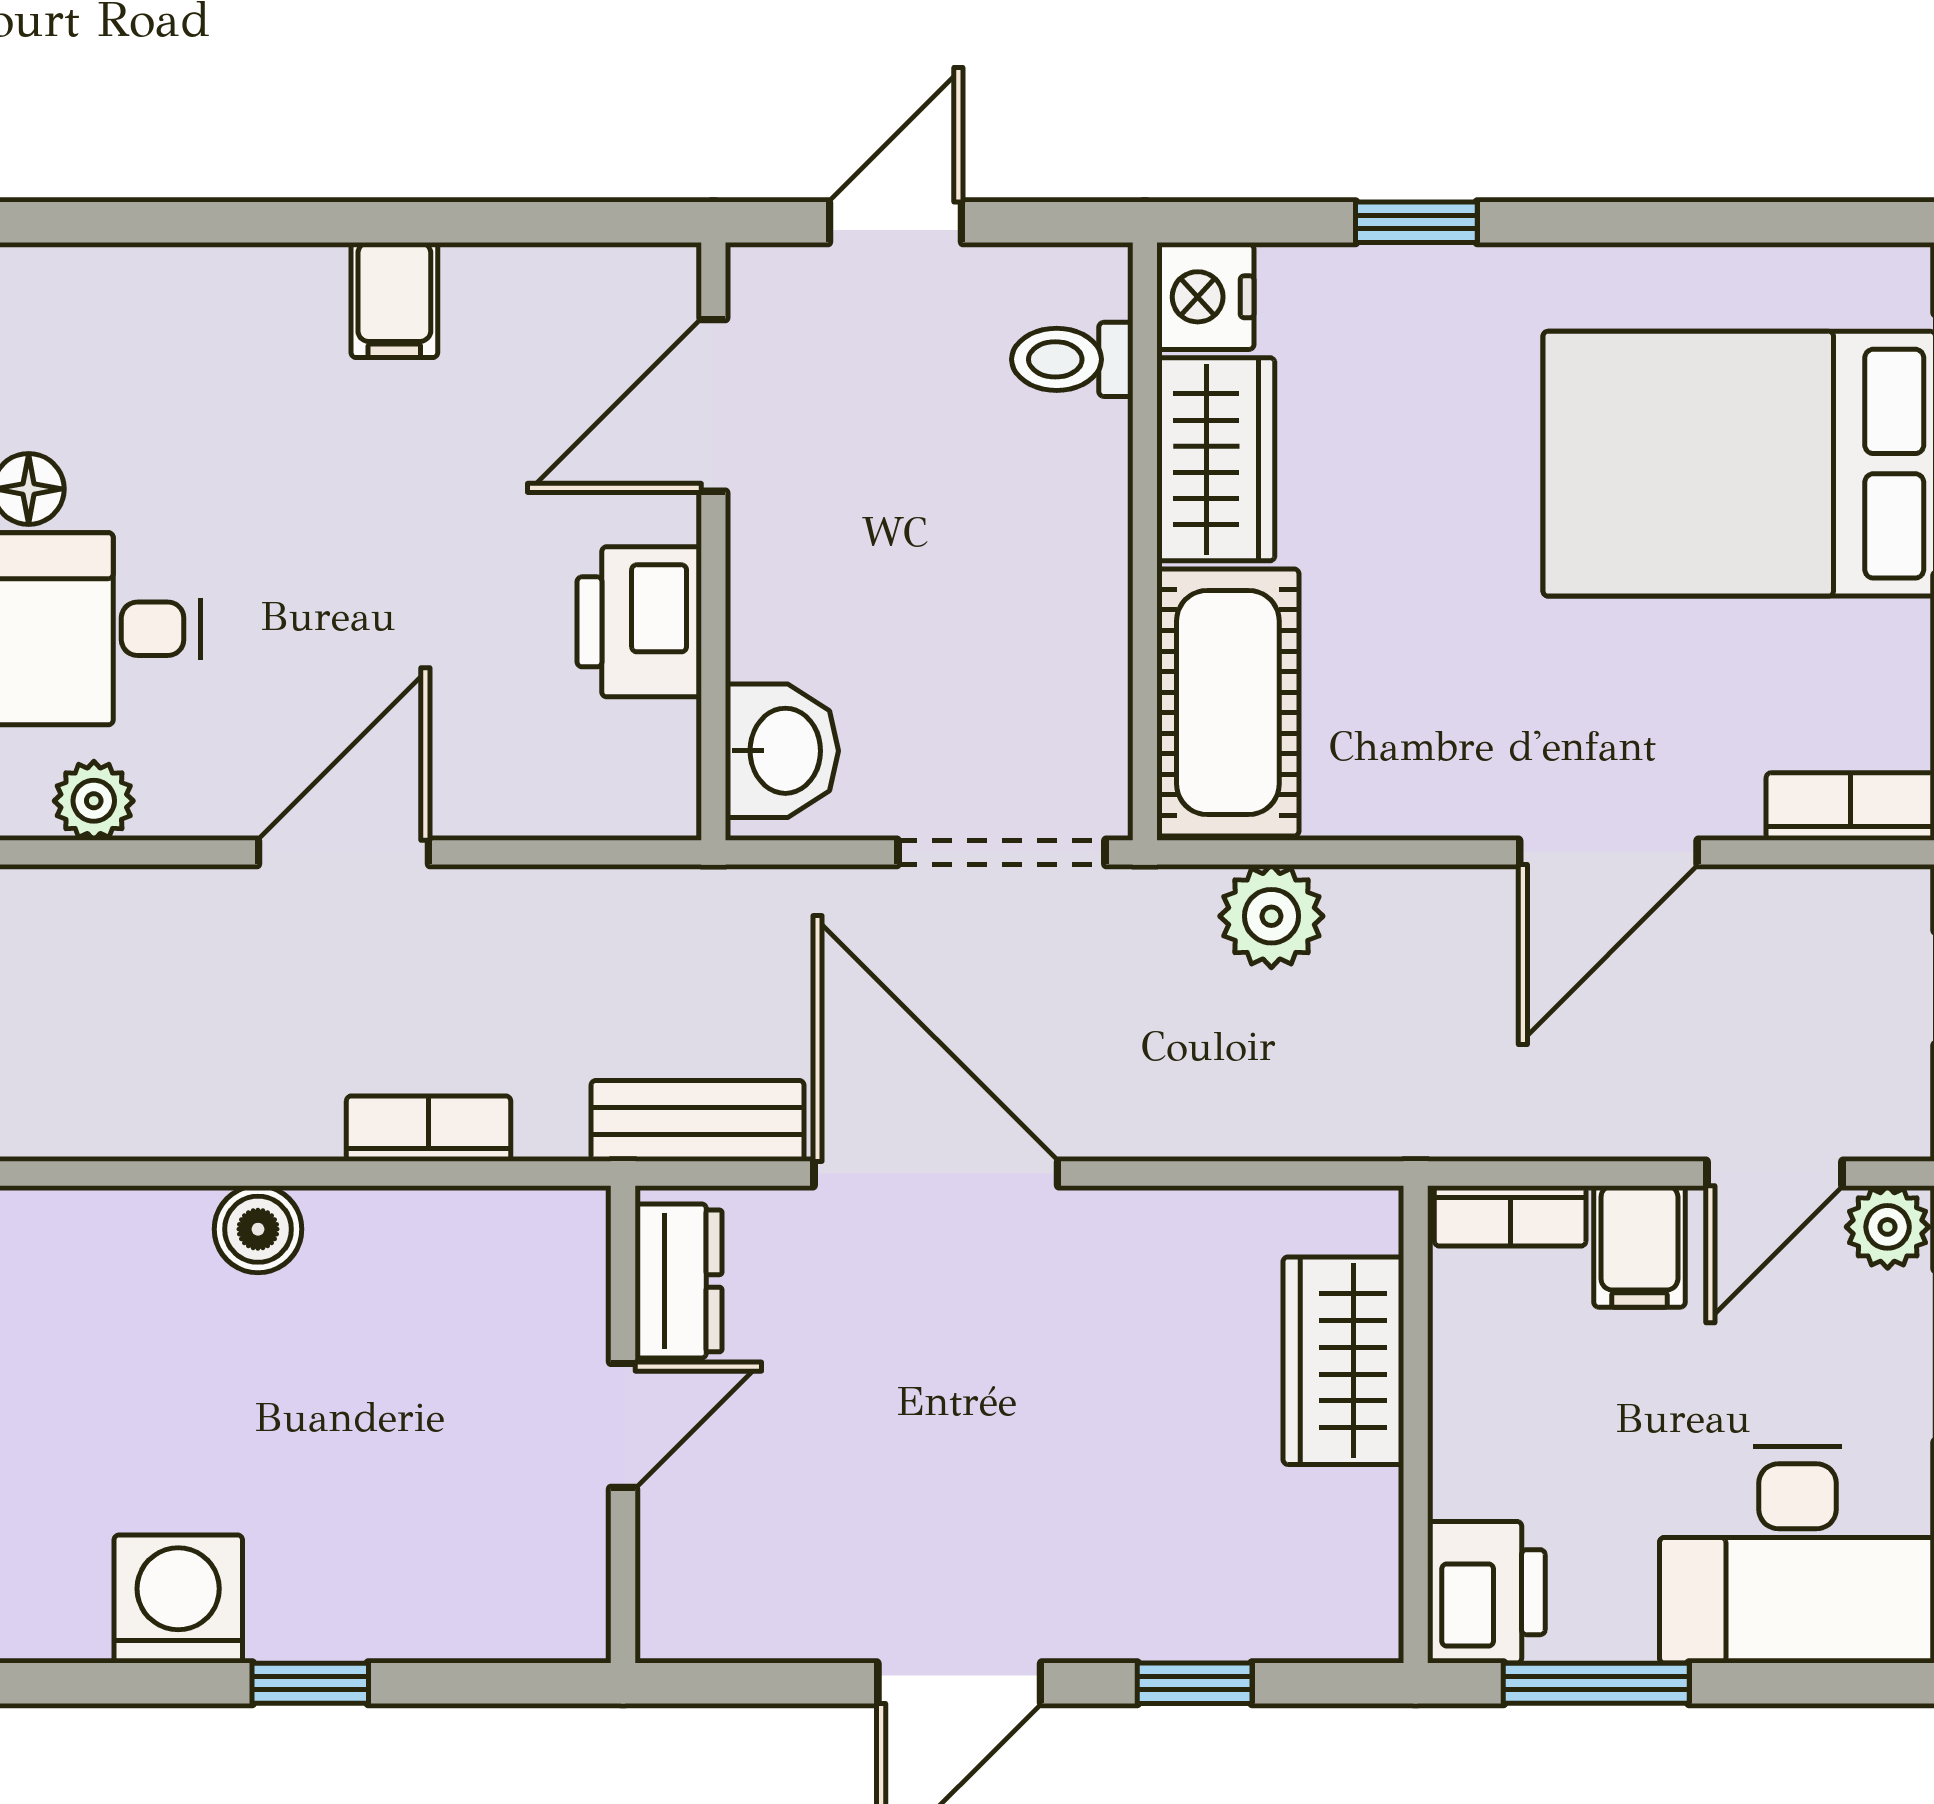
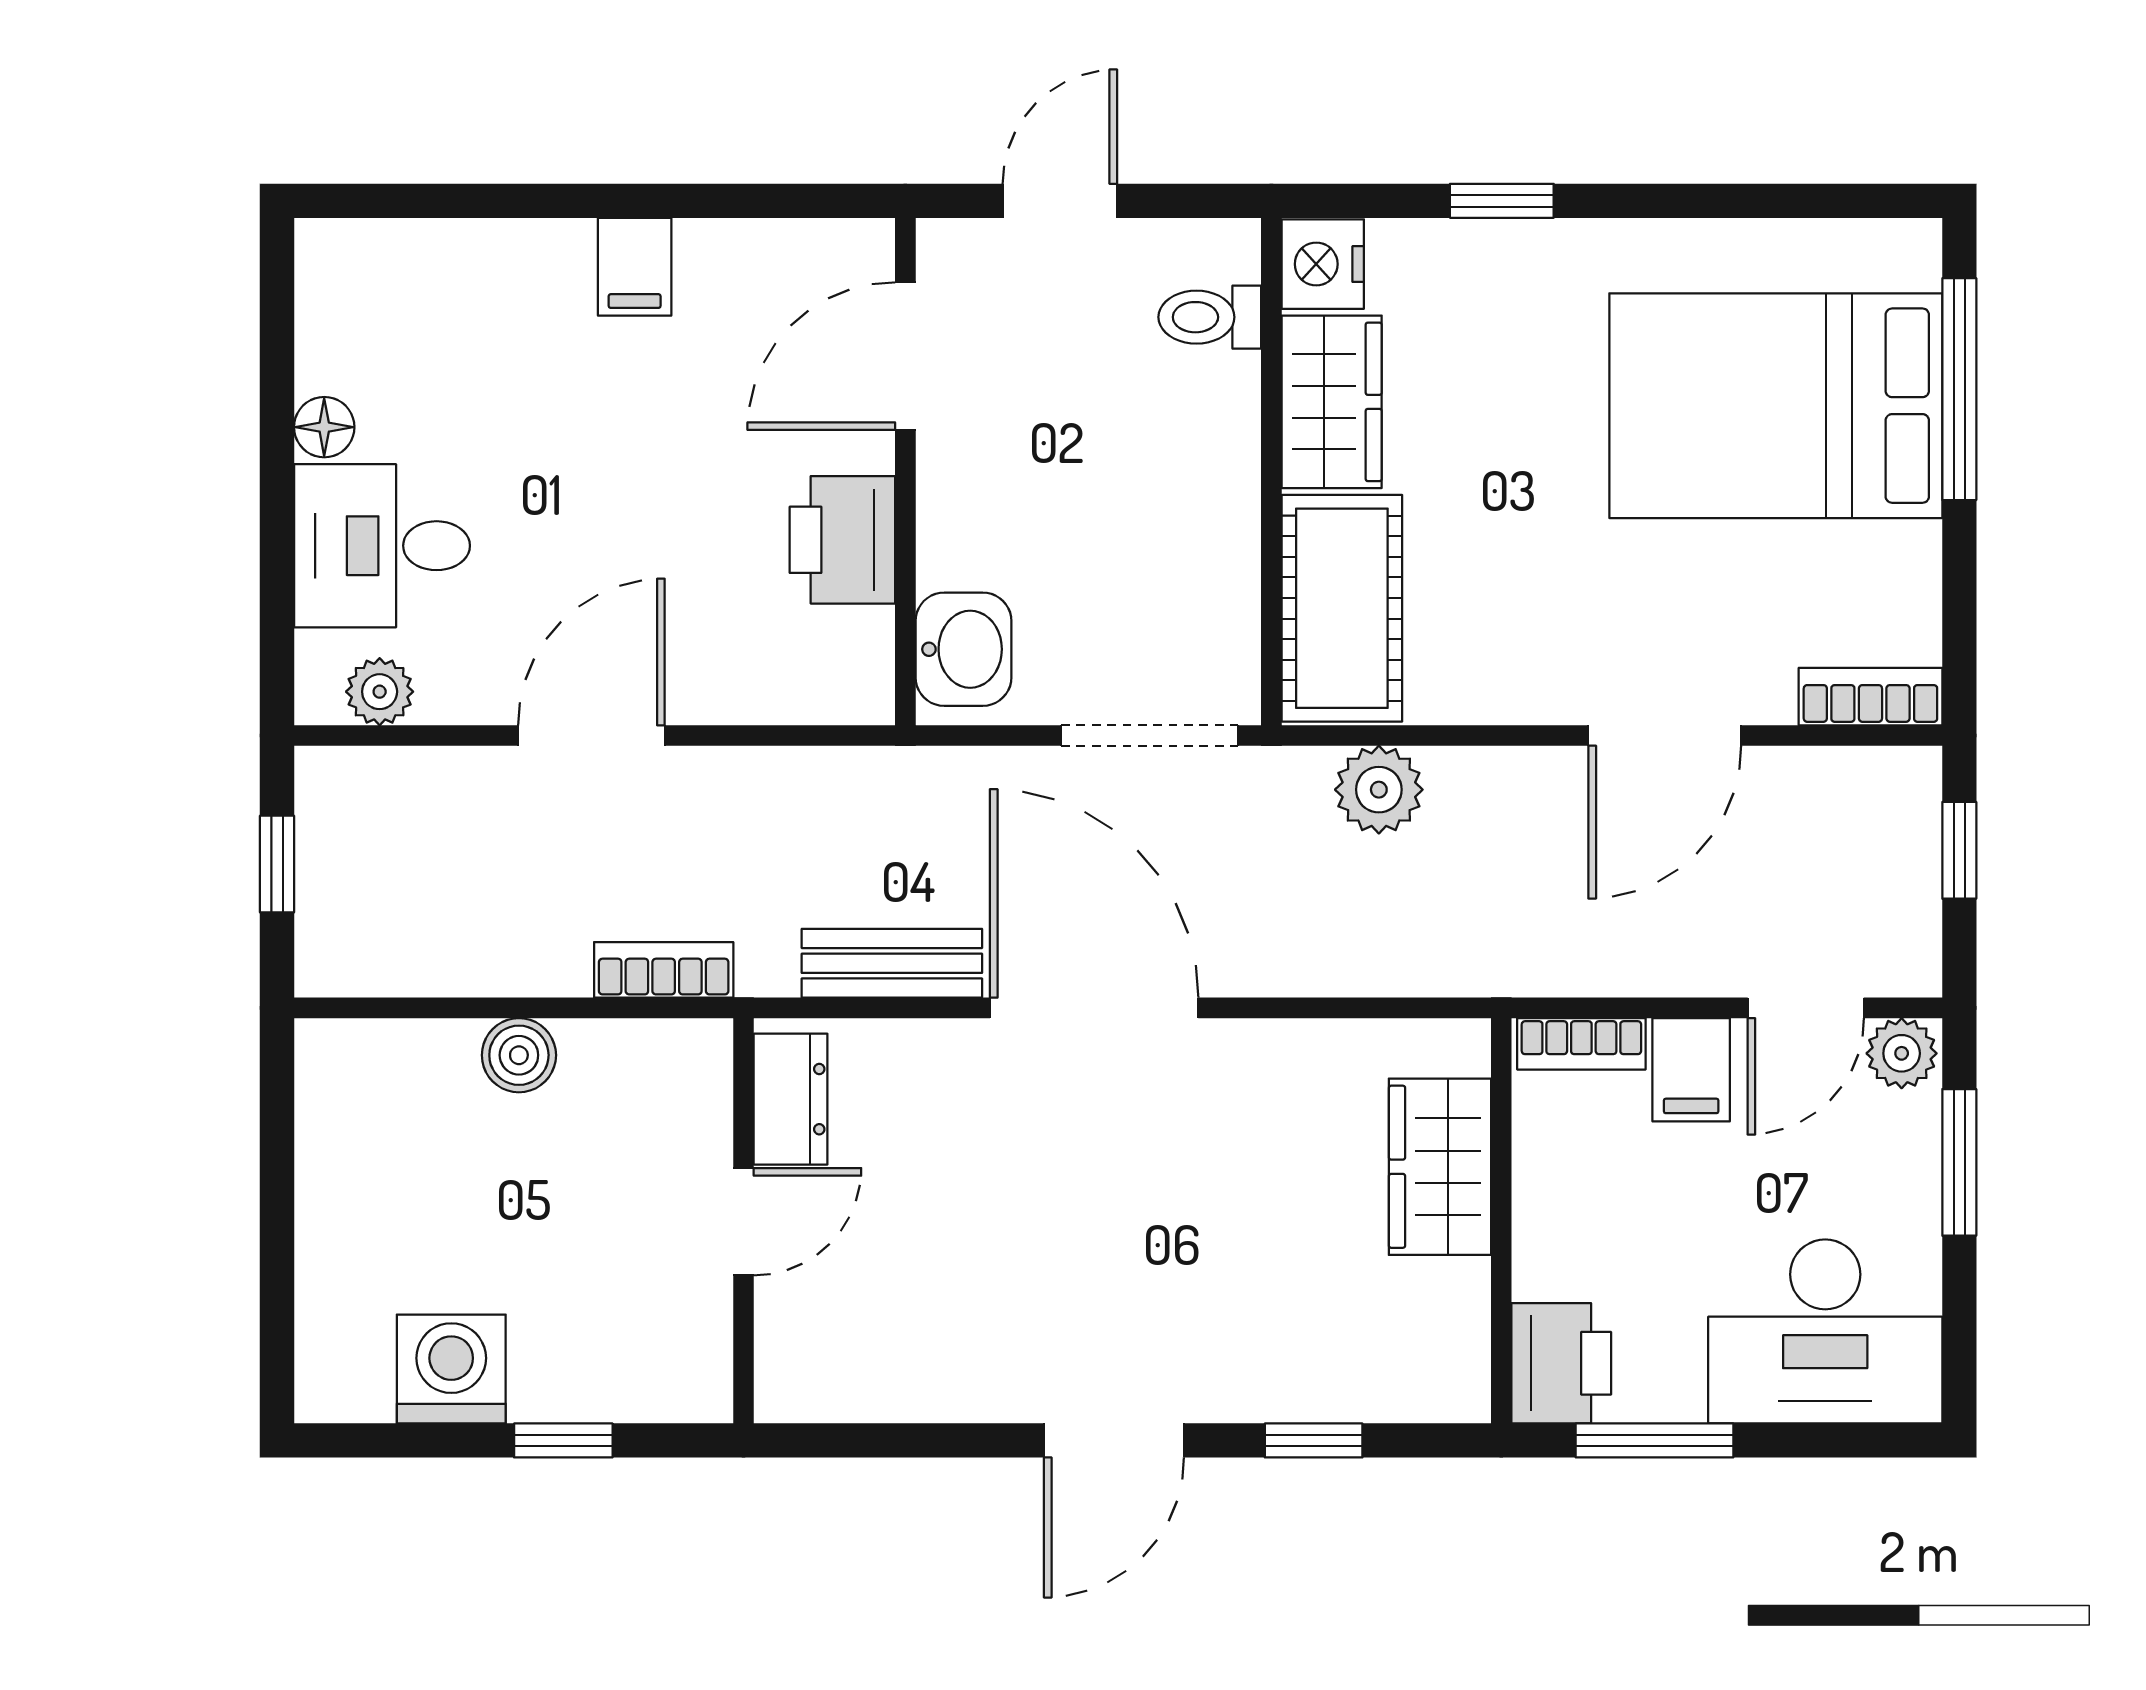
dresser: (678, 1281) -> (791, 1099), moved
wall: (623, 1424) -> (744, 1221), moved
door: (623, 1425) -> (744, 1222), moved

